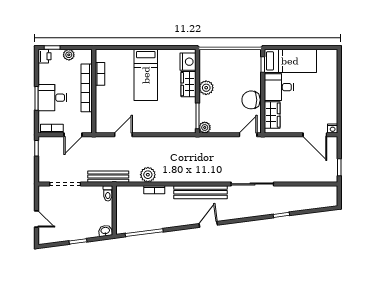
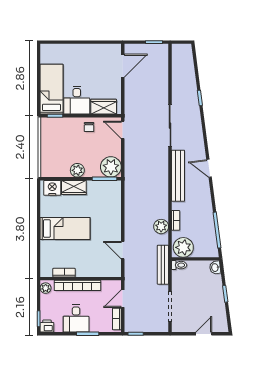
plant: (69, 55) -> (46, 288), moved
desk: (52, 98) -> (76, 318), moved
chair: (251, 100) -> (89, 127), width x0.54, depth x0.54
plant: (205, 128) -> (111, 167), width x1.88, depth x1.88
nightstand: (333, 129) -> (117, 48), removed
door: (73, 135) -> (123, 299), swing flipped
plant: (126, 198) -> (183, 247), added

